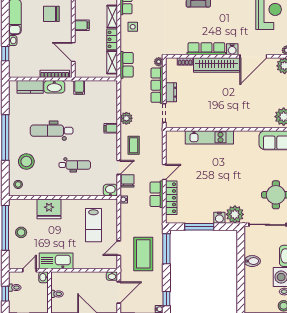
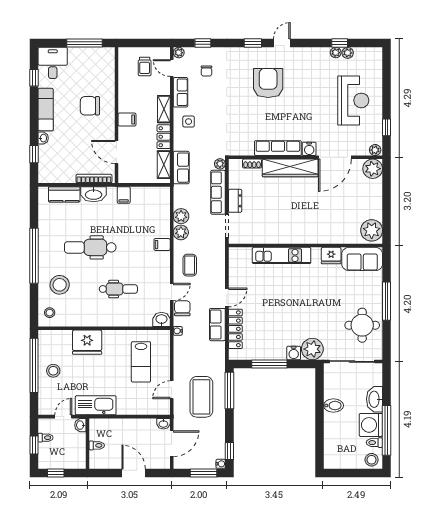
plant: (126, 105) -> (181, 216), added
fridge: (250, 137) -> (331, 256), added

